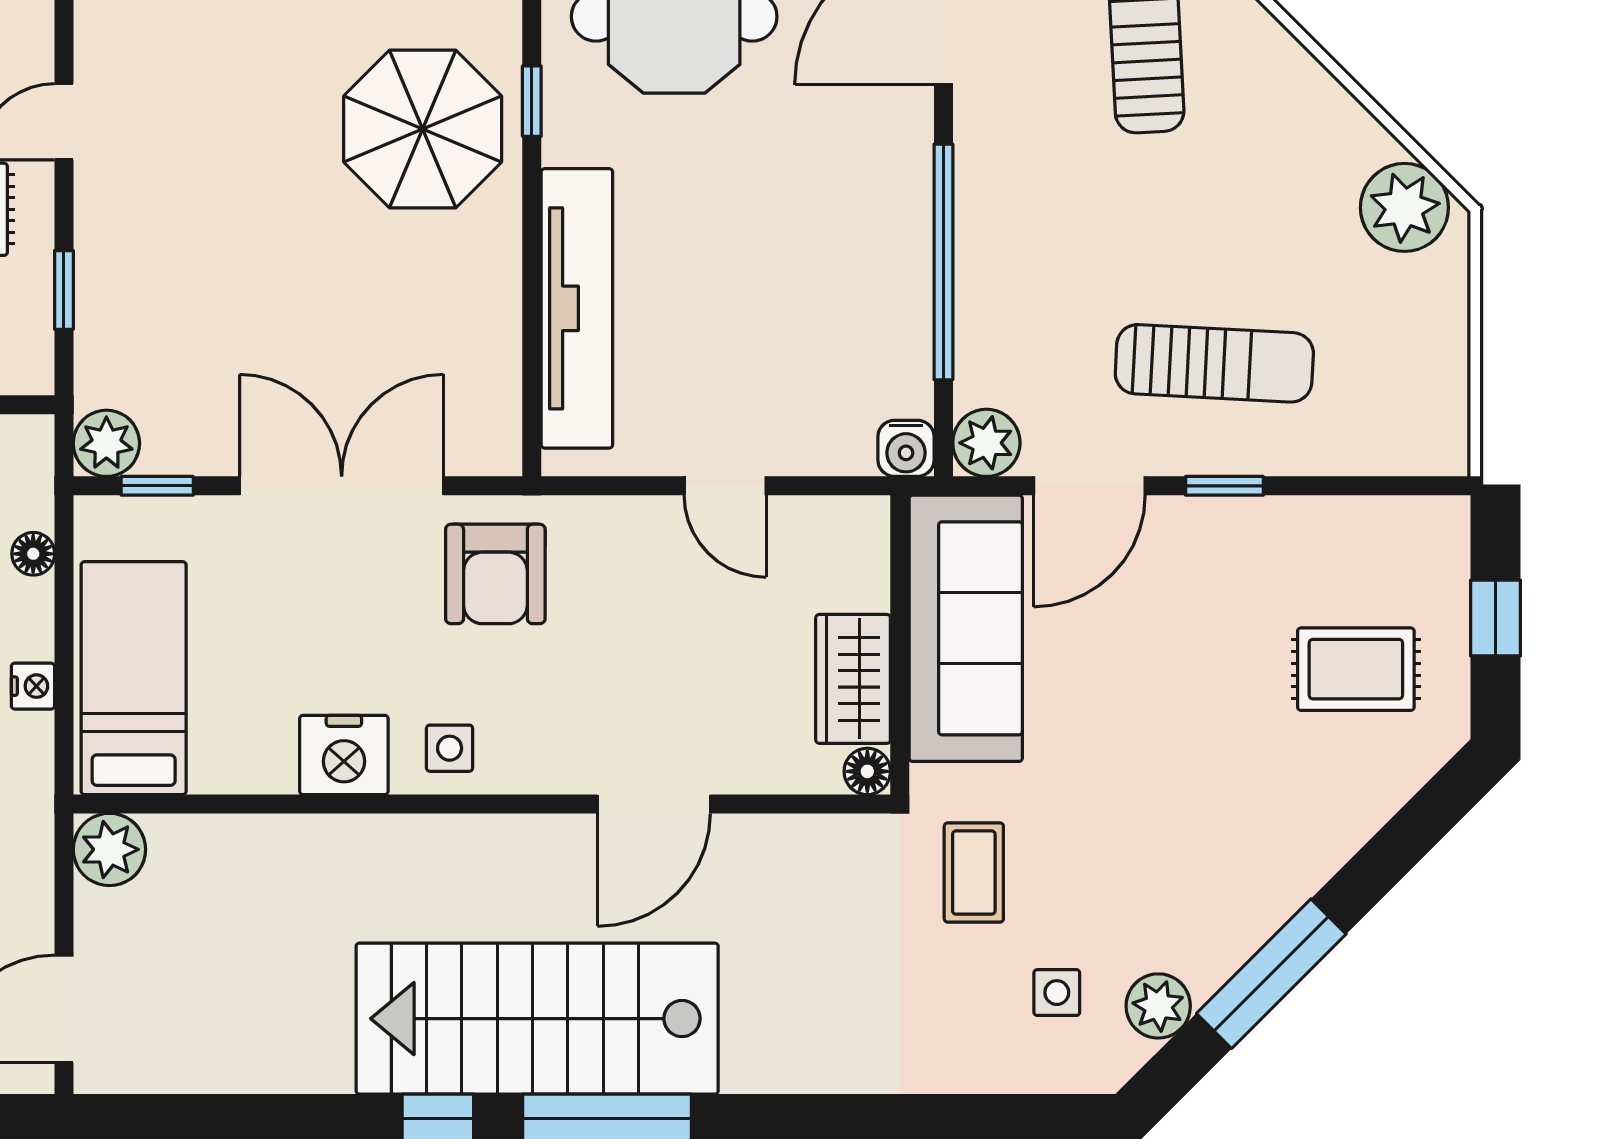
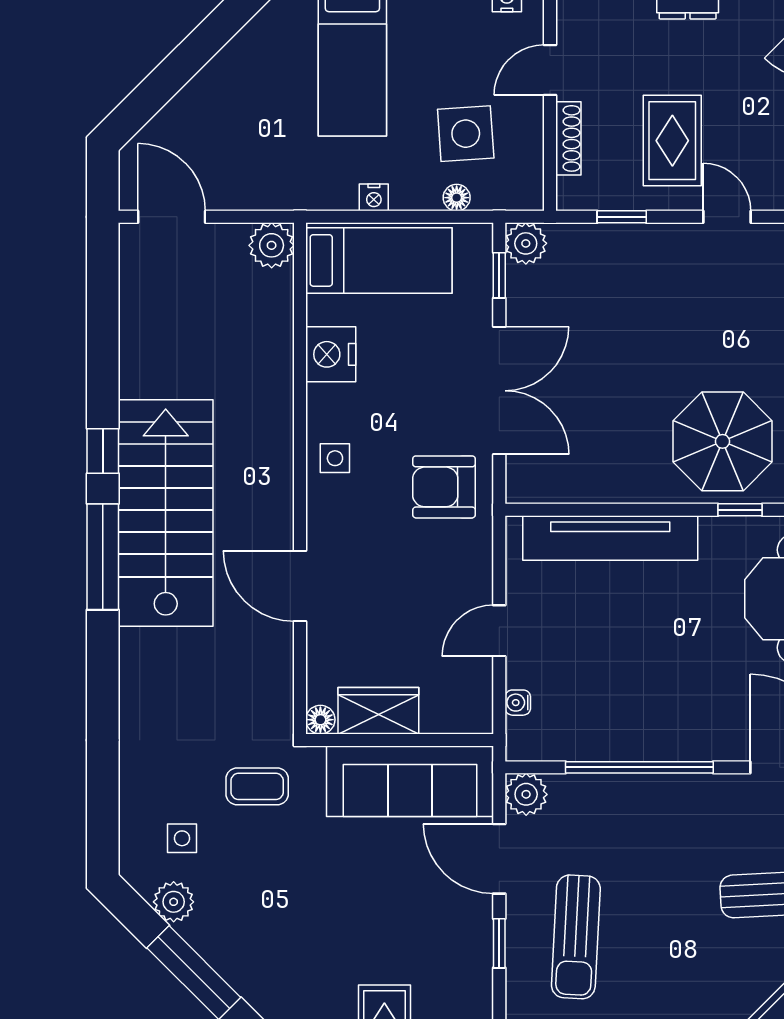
water cooler: (906, 448) -> (518, 703), moved, width x0.72, depth x0.72
nightstand: (344, 755) -> (331, 354), moved

